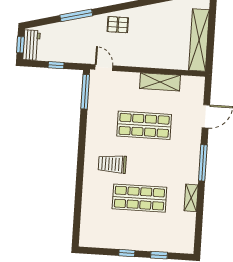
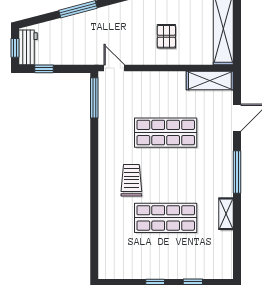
pallet: (118, 25) -> (166, 36), moved, turned 90
window: (56, 65) -> (44, 69), moved
shelving: (160, 82) -> (210, 81), moved
trolley: (112, 164) -> (131, 180), turned 90

